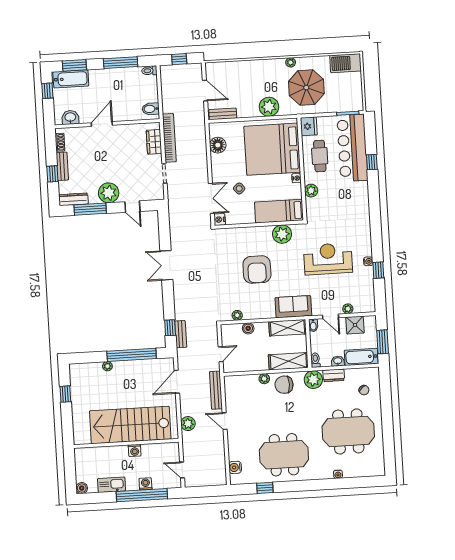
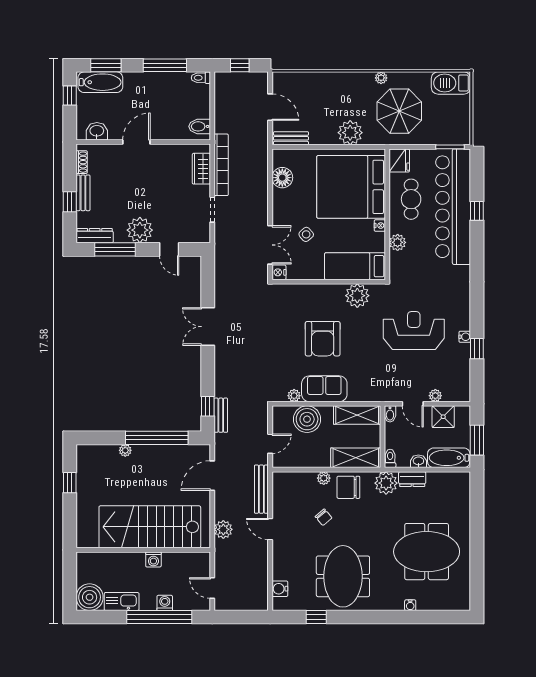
bar counter: (352, 148) -> (453, 207), width x1.36
sofa: (293, 307) -> (324, 389), moved
boiler: (248, 328) -> (307, 419), width x1.86, depth x1.86
chair: (364, 390) -> (324, 517), moved
meeting table: (284, 455) -> (343, 576), turned 90
boiler: (82, 488) -> (90, 597), width x1.86, depth x1.86

